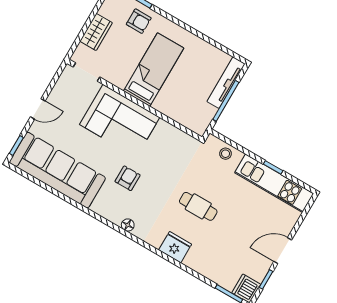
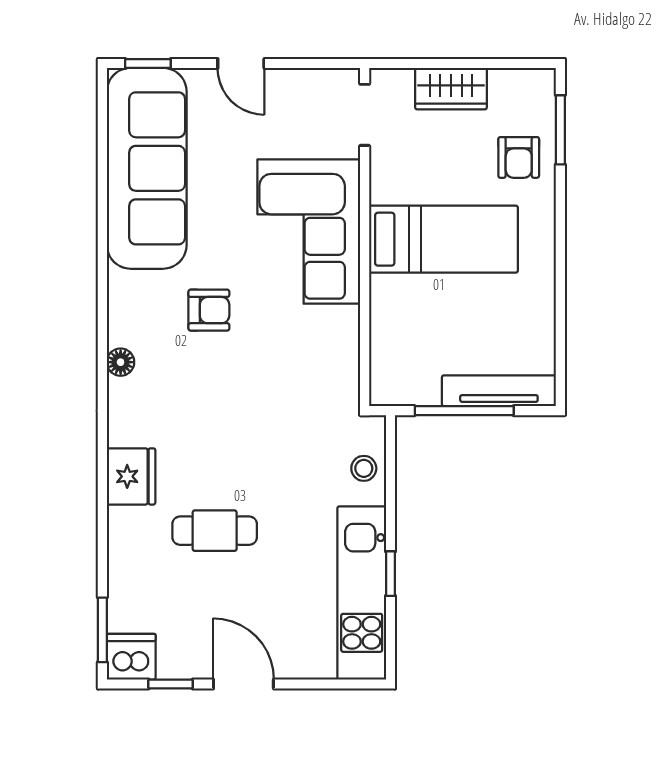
cafe table: (198, 206) -> (215, 531), moved, turned 90

